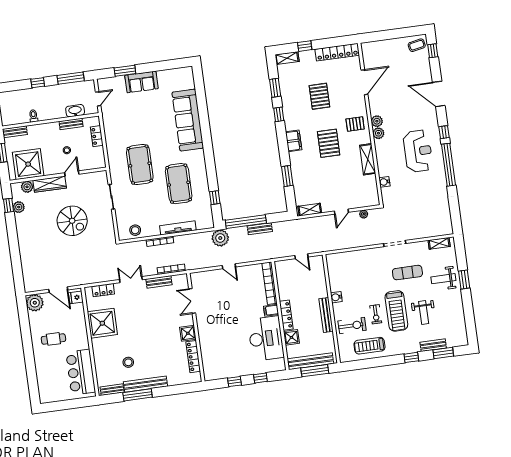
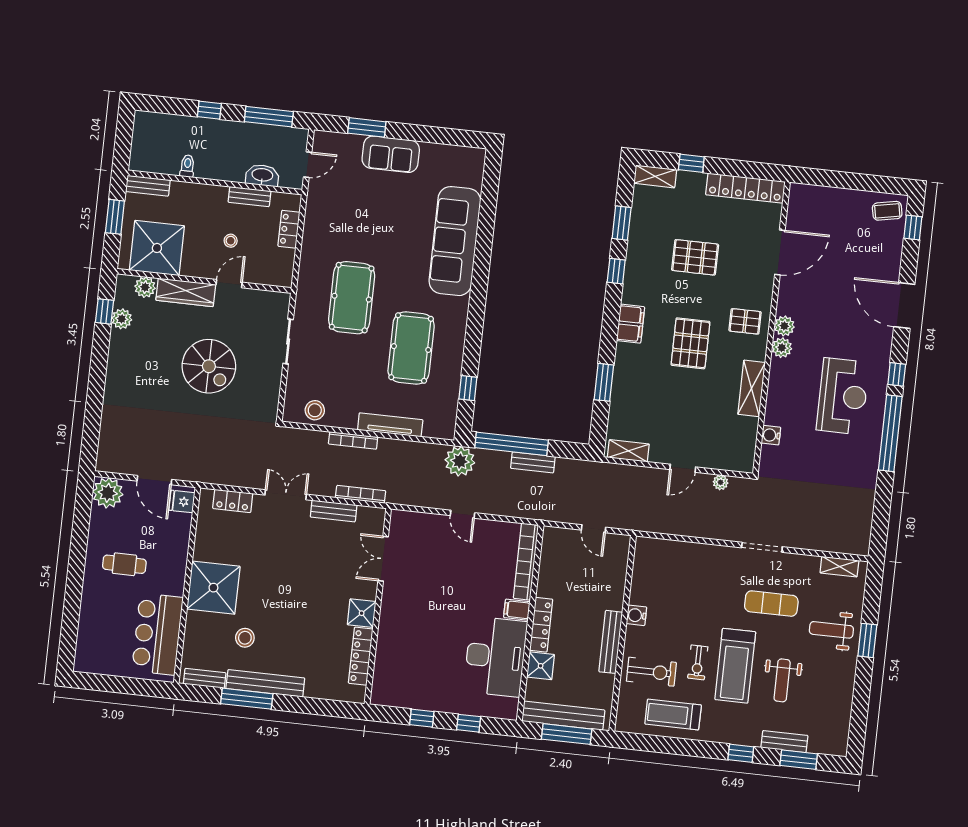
pallet: (319, 96) -> (695, 257), turned 90
shower: (102, 323) -> (213, 588), moved

